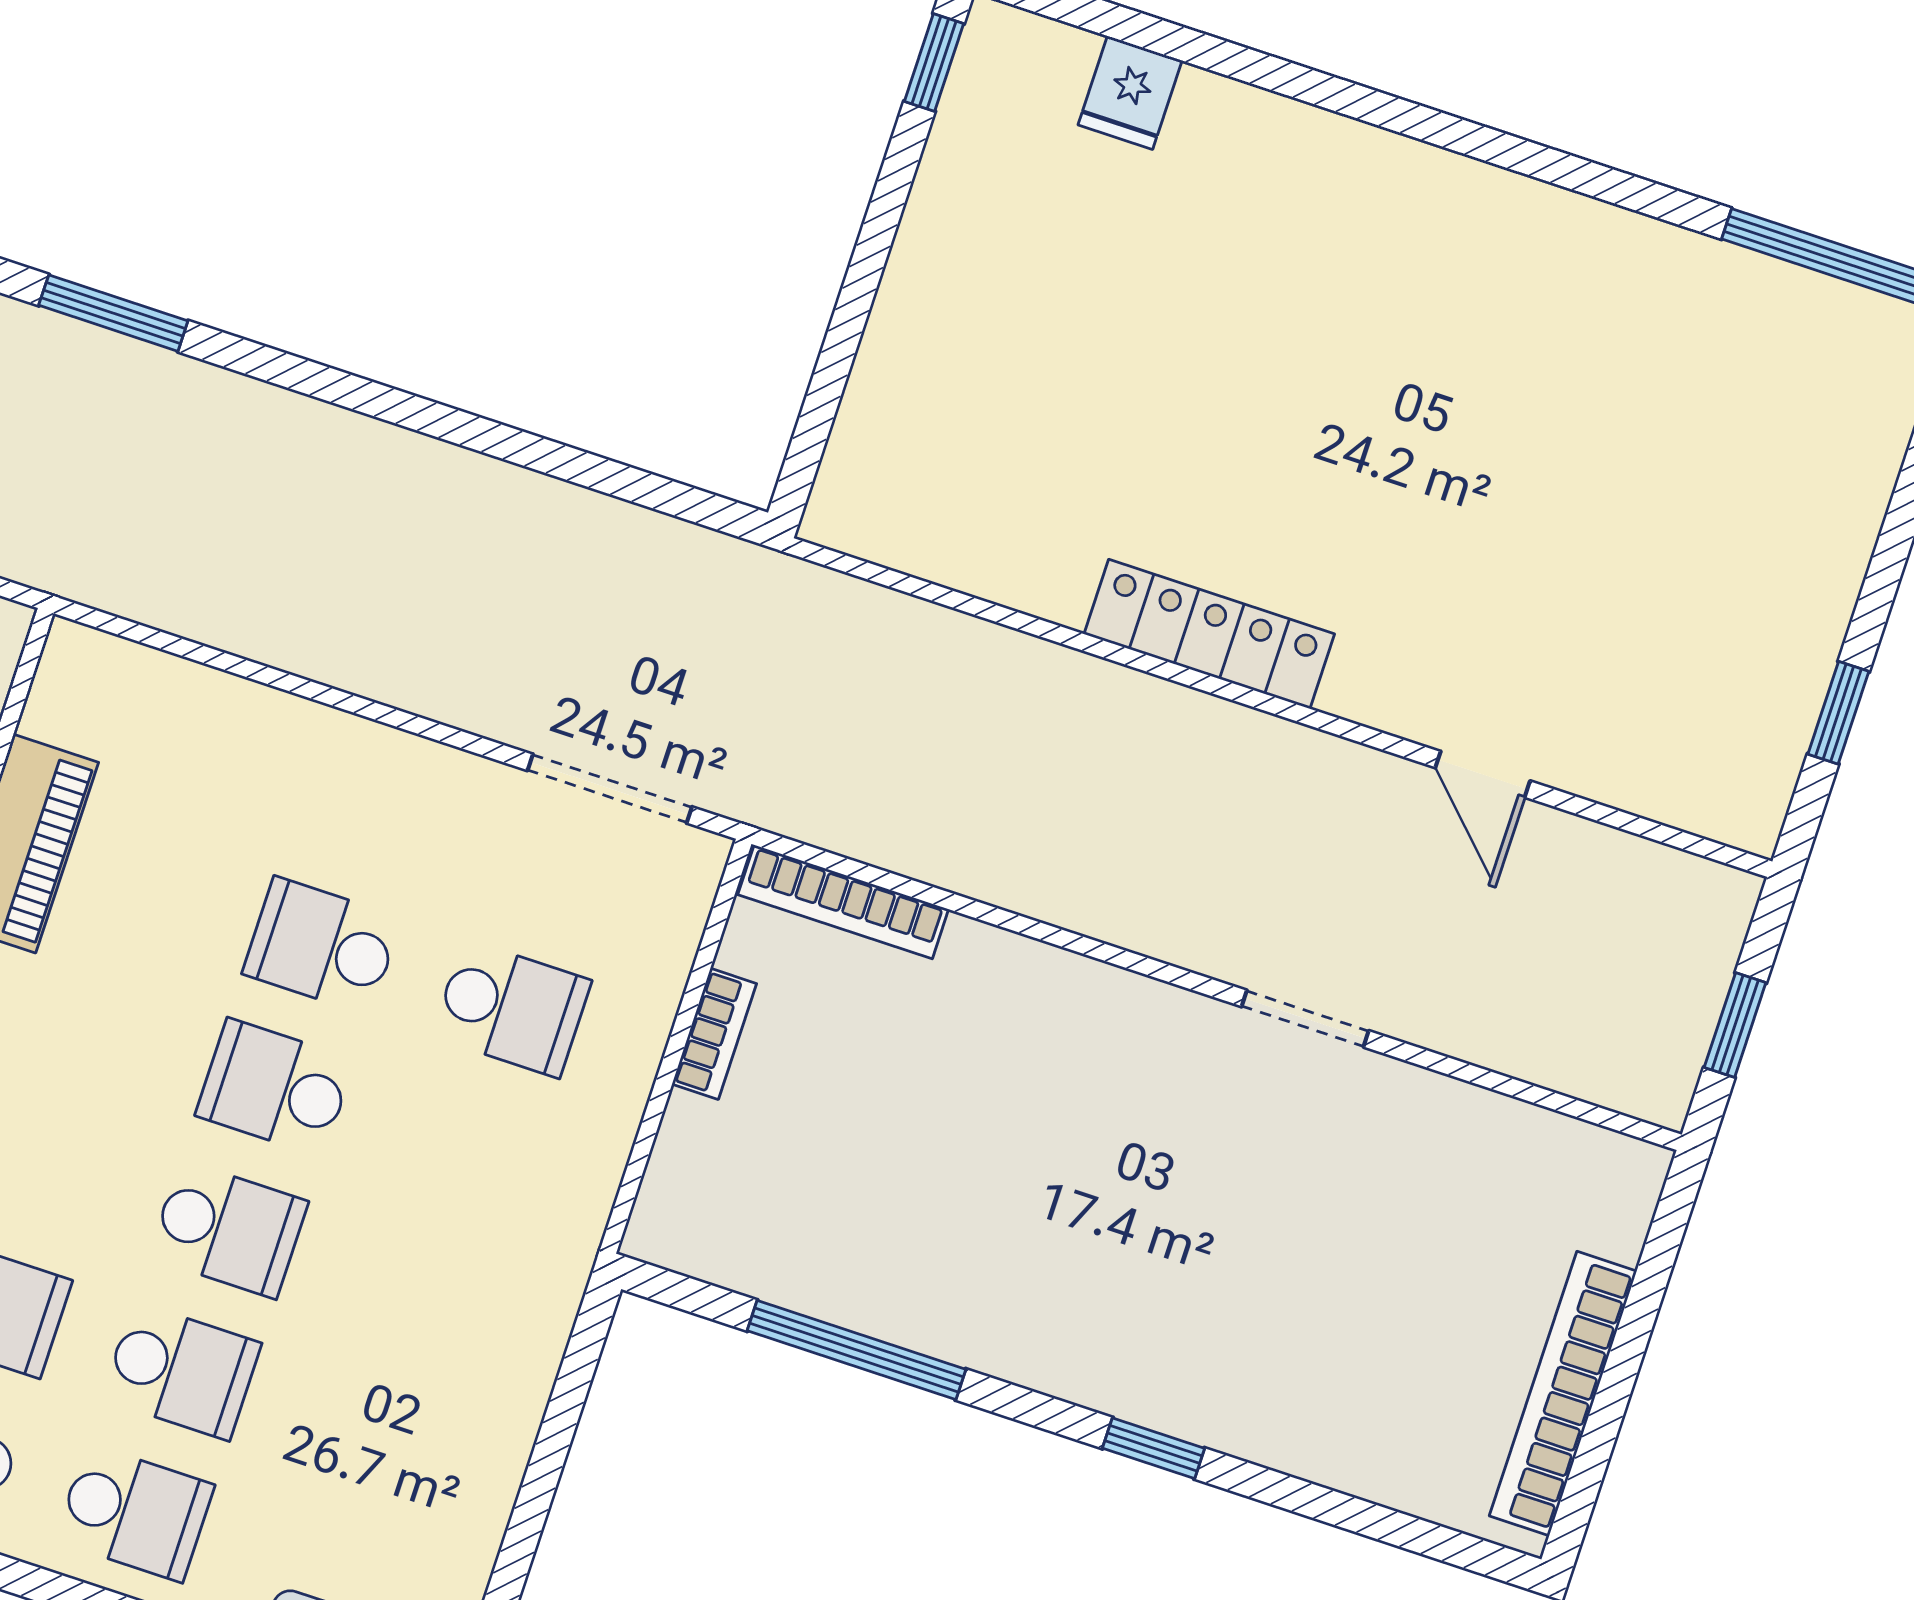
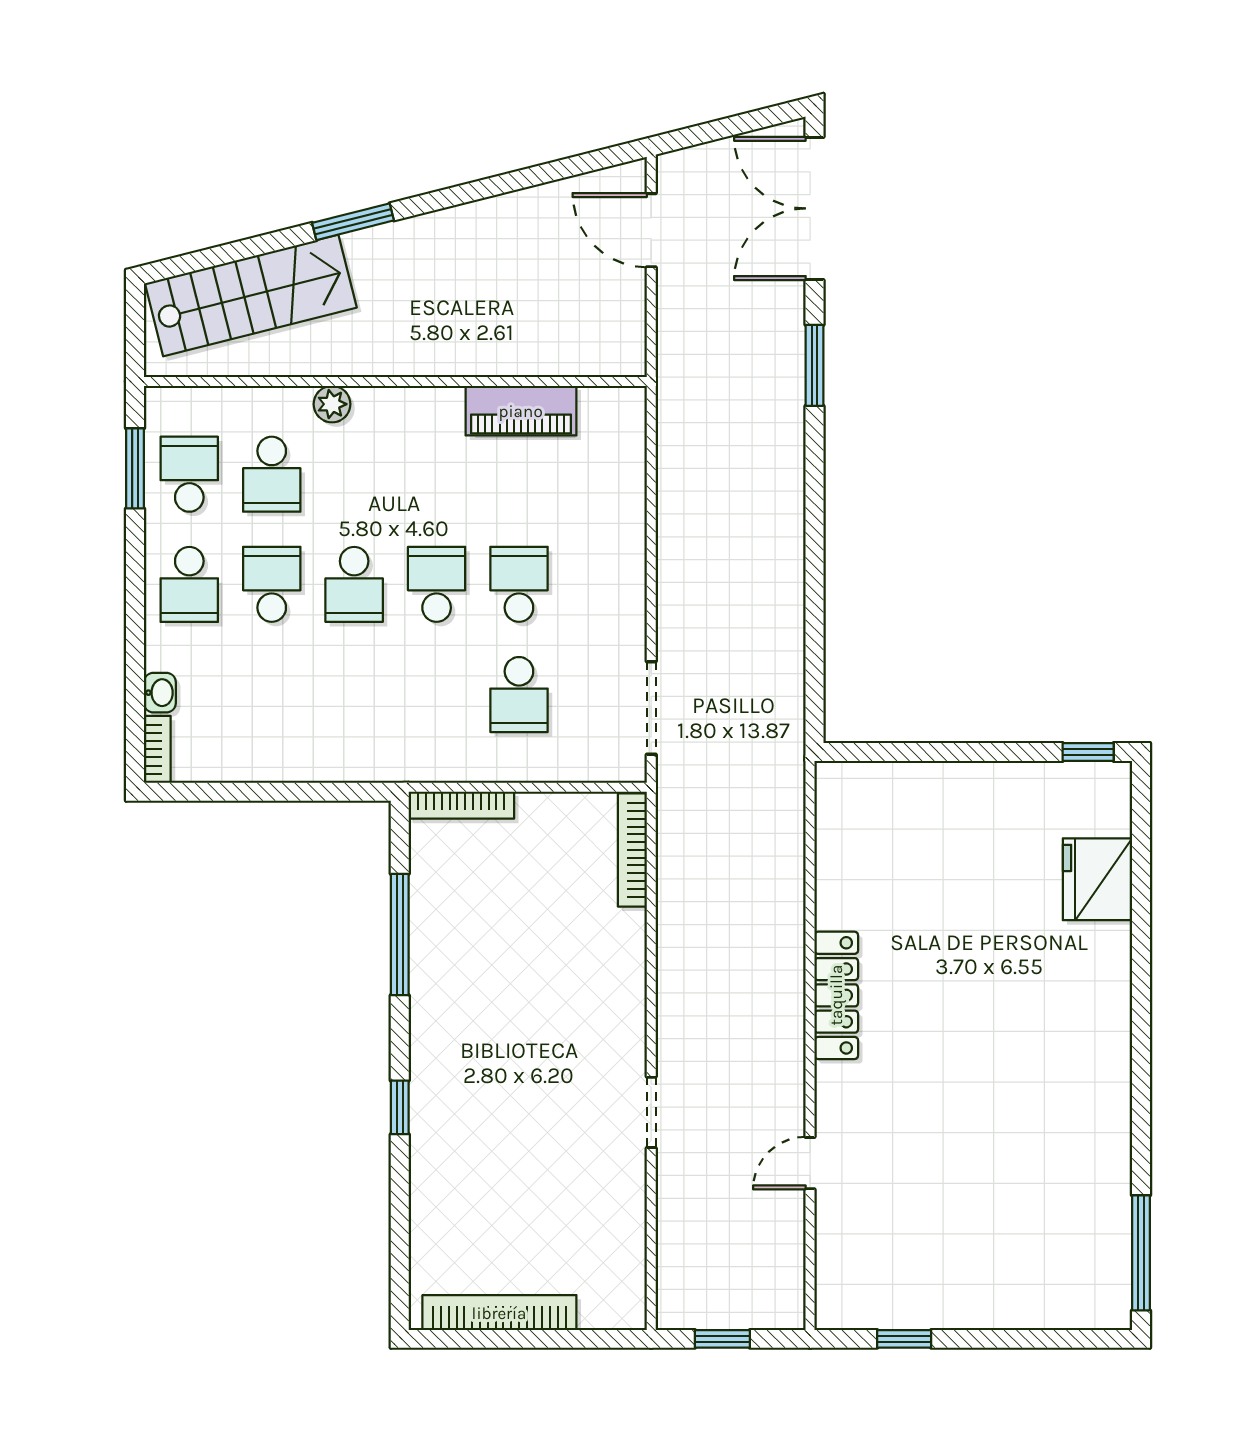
fridge: (1130, 93) -> (1097, 879), width x1.88, depth x1.34
bookcase: (714, 1034) -> (461, 805), moved, width x1.56
school desk: (181, 1371) -> (272, 584), turned 180

